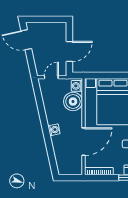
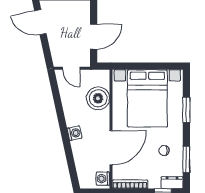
door: (51, 77) -> (71, 68), swing flipped
washing machine: (77, 86) -> (103, 179), moved

